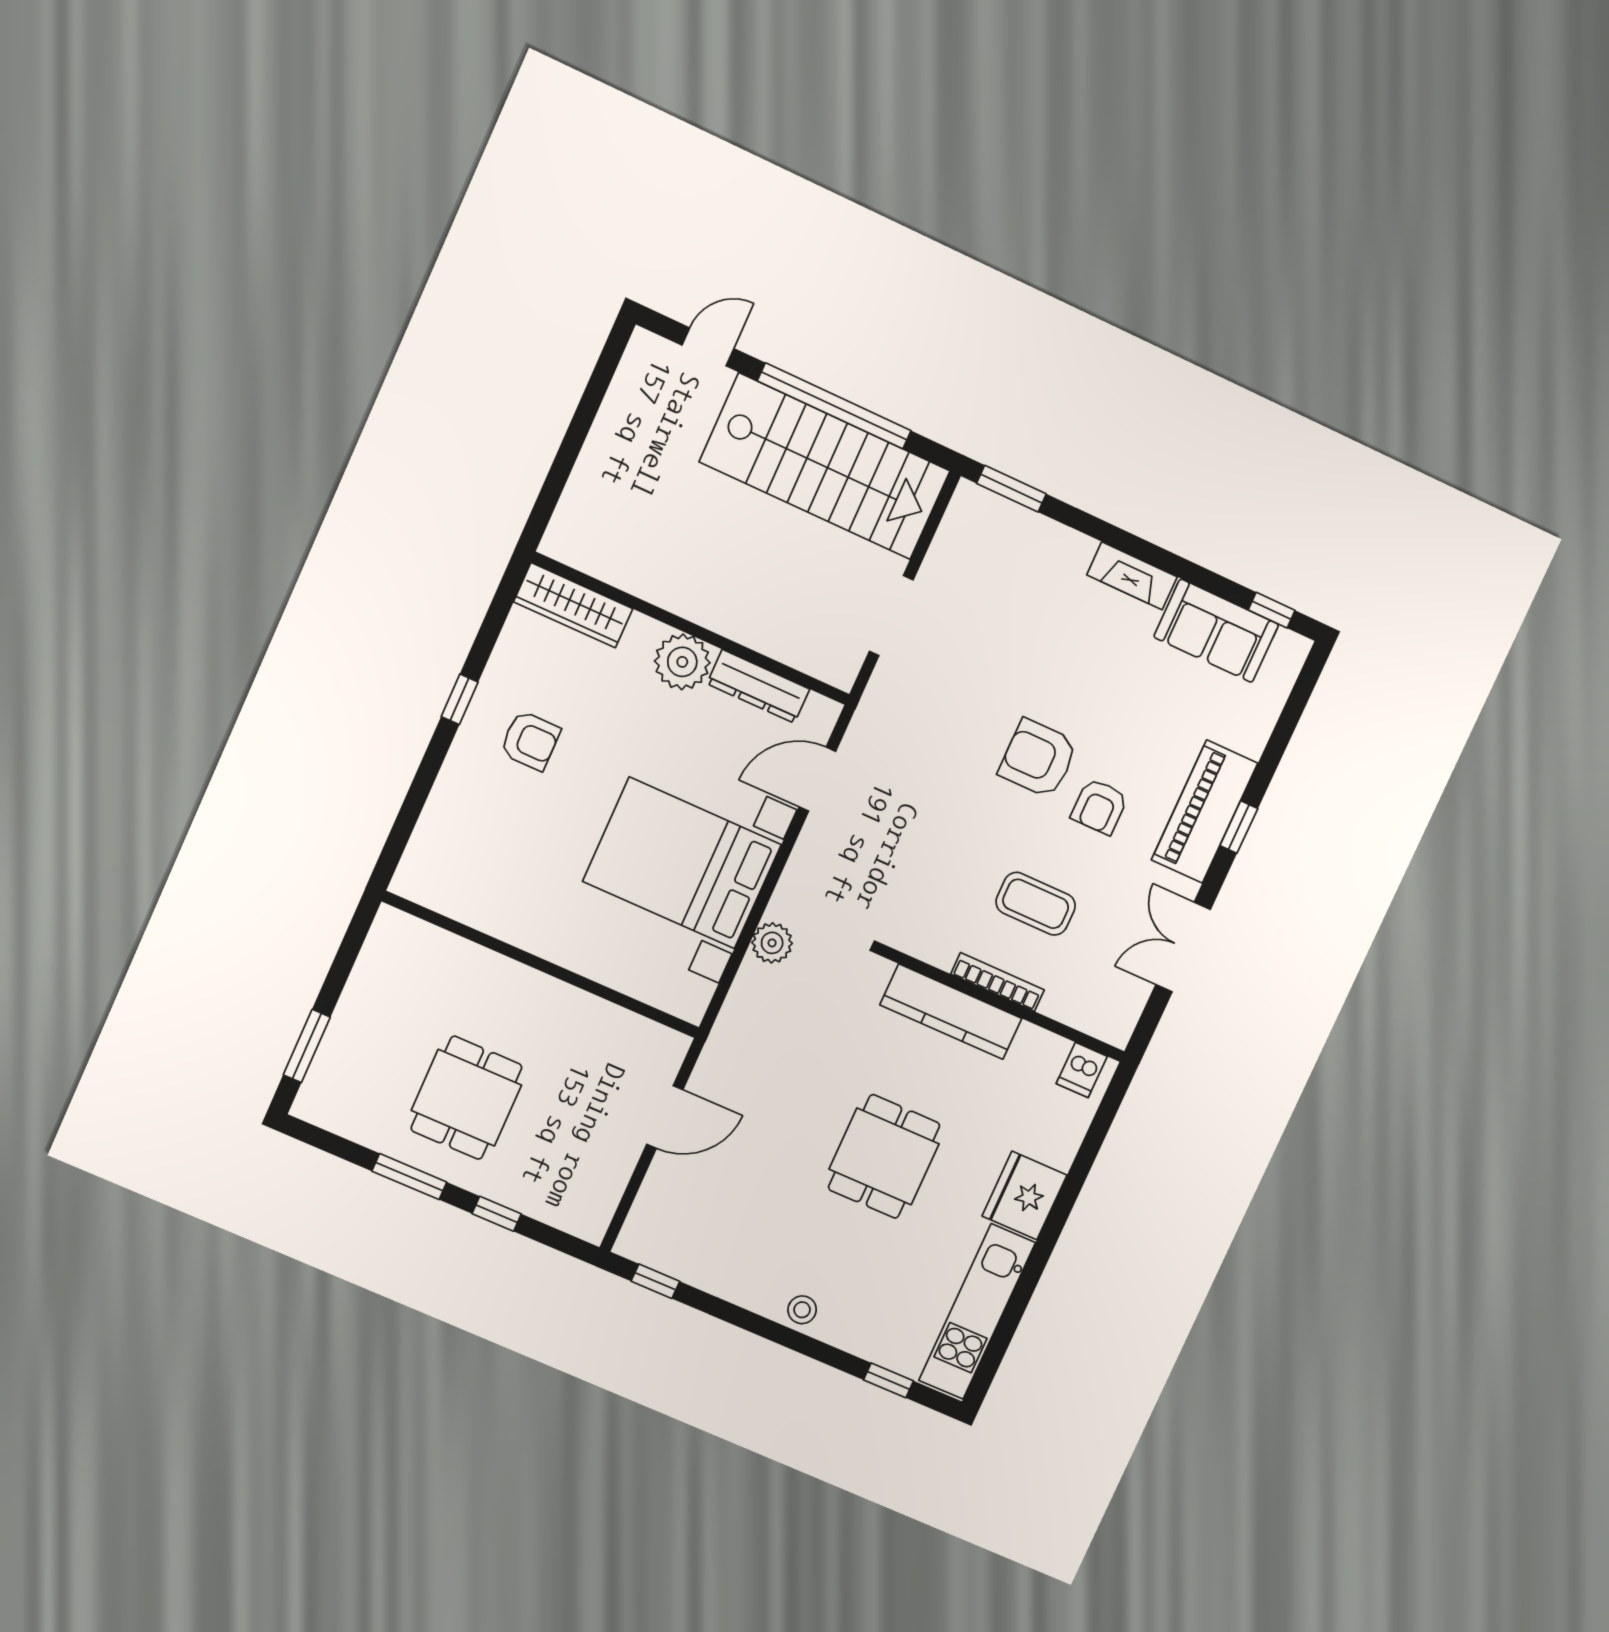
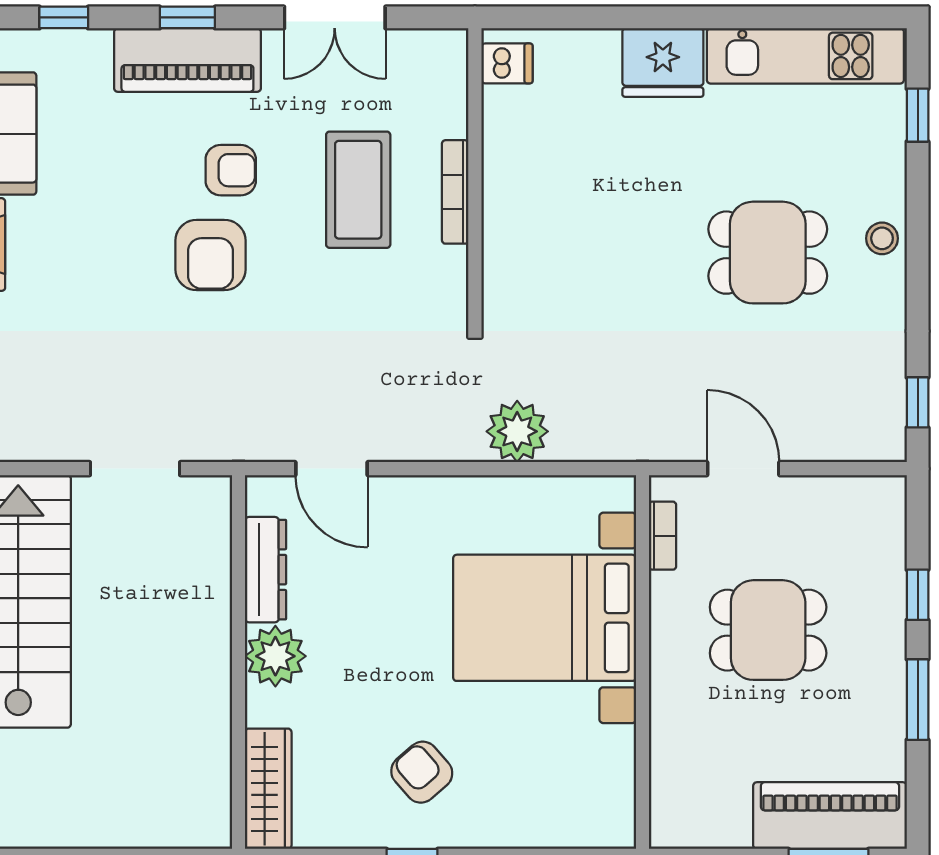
window: (1286, 726) -> (64, 17), added
armchair: (530, 741) -> (422, 772), turned -41
bed with nightstands: (682, 863) -> (545, 618), moved, turned 90
coffee table: (1036, 904) -> (358, 190), width x1.36, depth x1.32
plant: (772, 943) -> (517, 431), width x1.36, depth x1.36
kitchen counter: (951, 1012) -> (507, 226), removed
bookcase: (639, 1027) -> (663, 536), added
piano: (344, 1063) -> (830, 816), added
dining table: (466, 1098) -> (768, 630), moved
dining table: (884, 1156) -> (768, 253), moved

